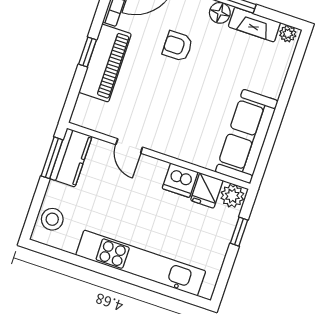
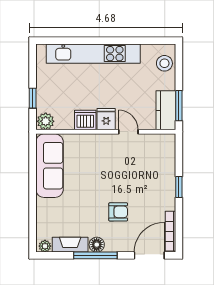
piano: (105, 63) -> (164, 183), removed
fridge: (207, 190) -> (106, 119), moved

